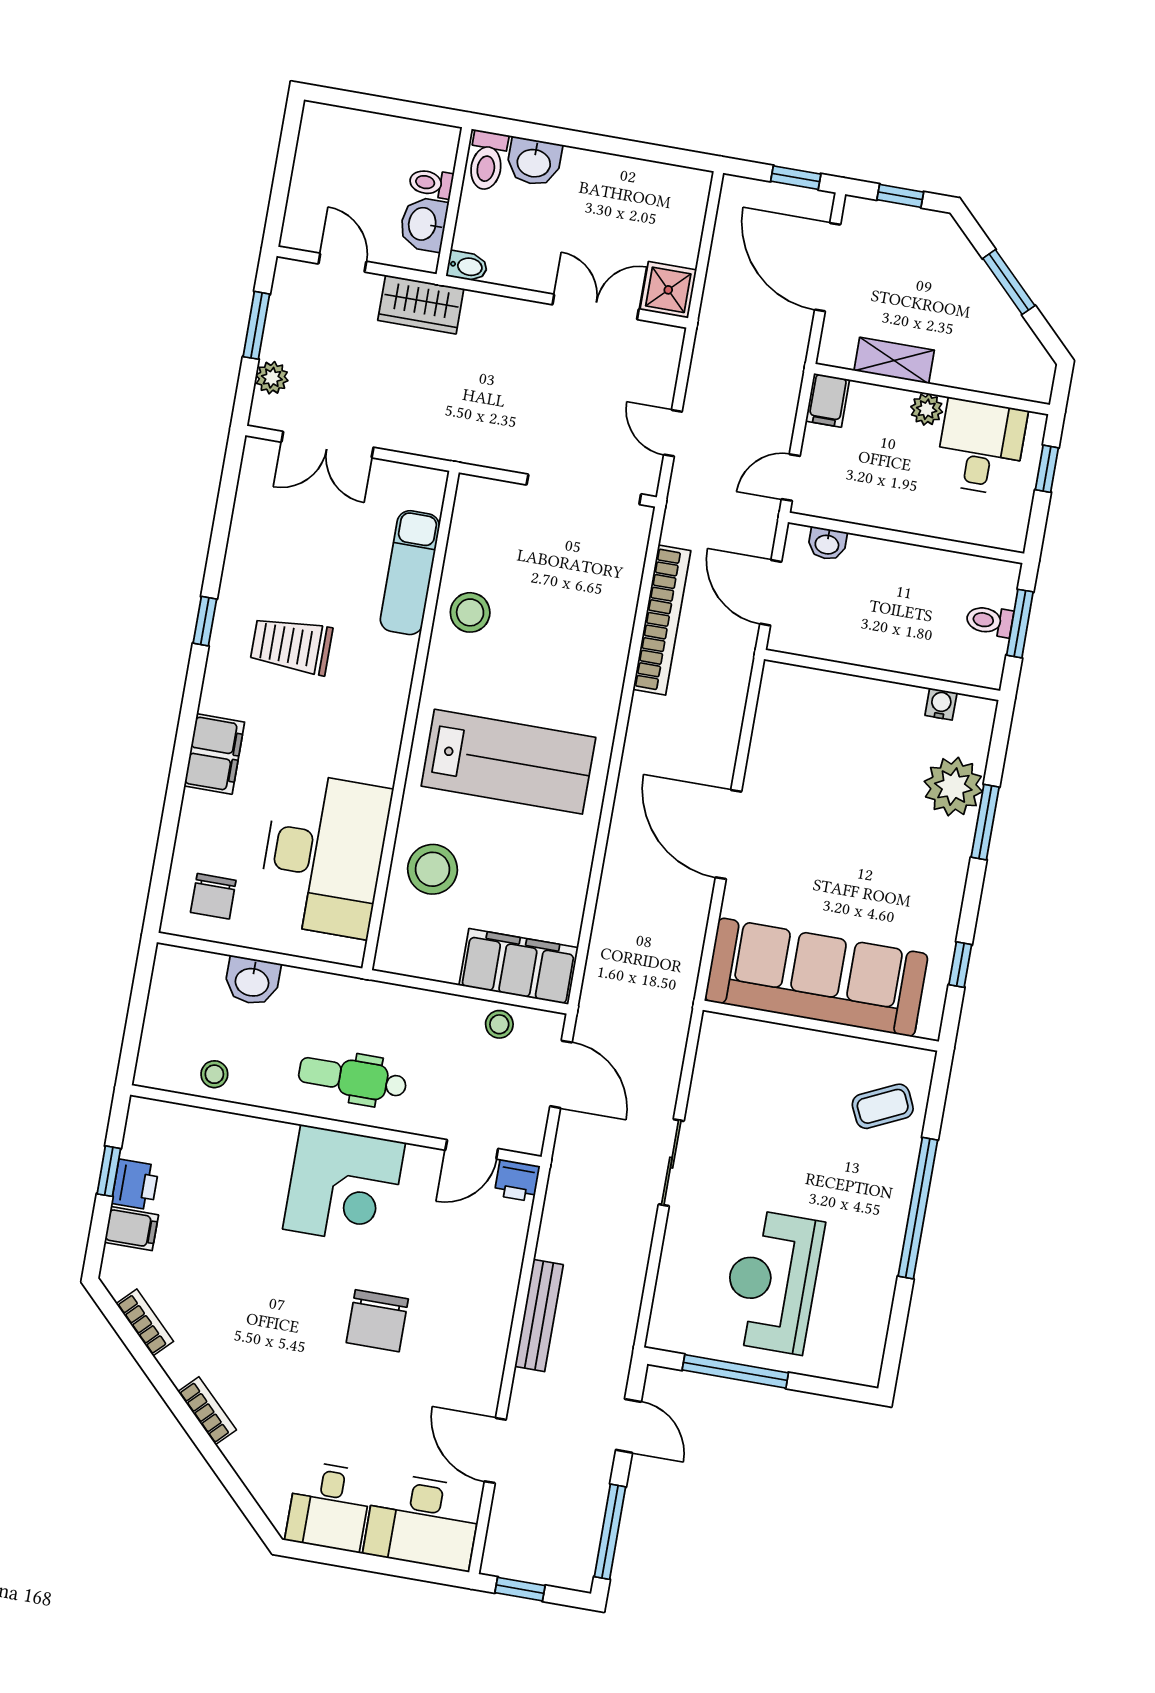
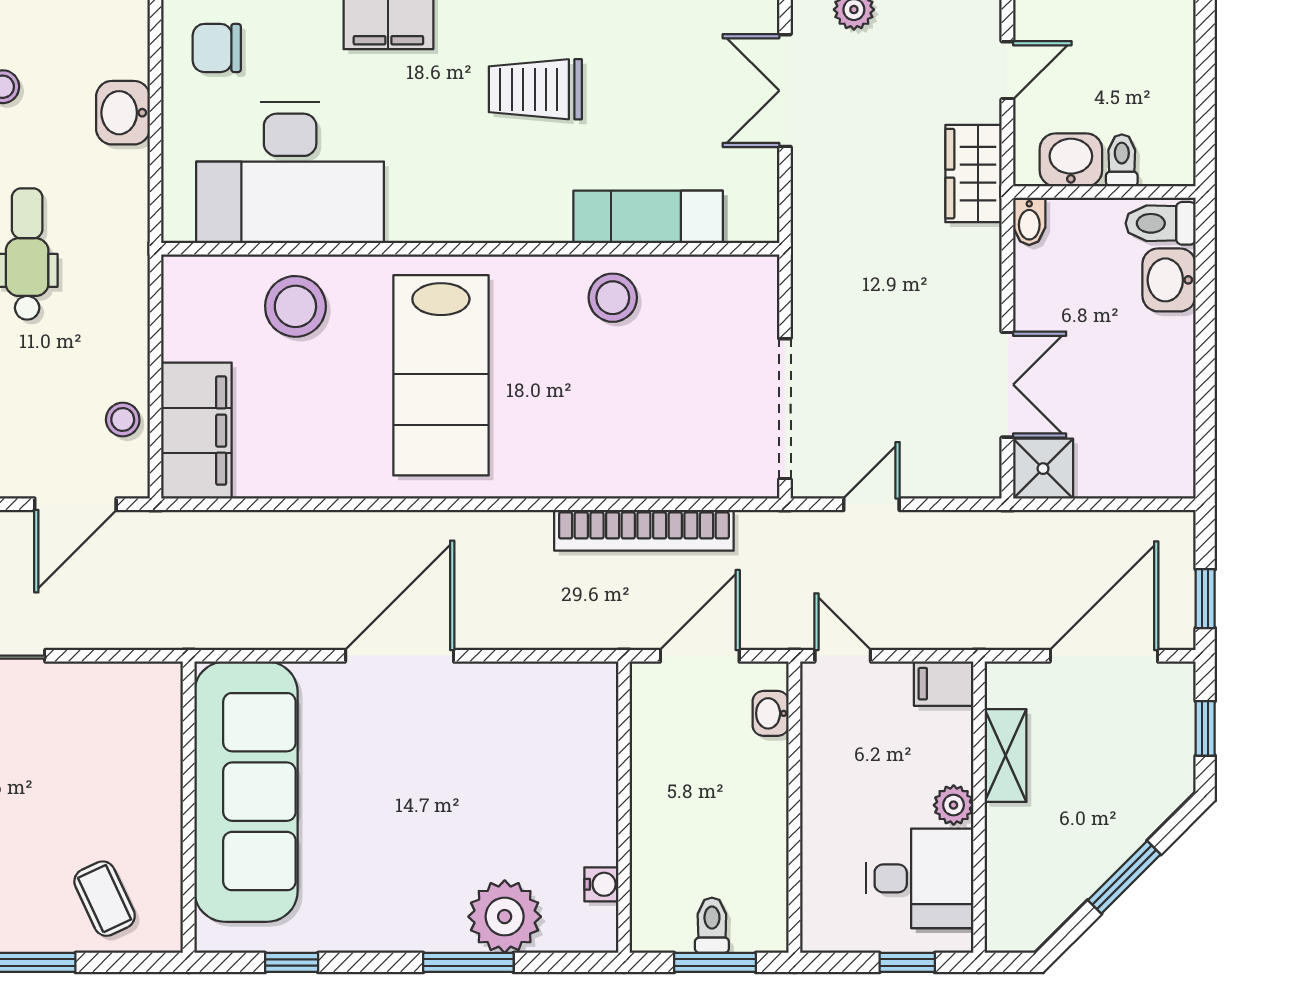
trolley: (291, 646) -> (535, 89), turned -90

